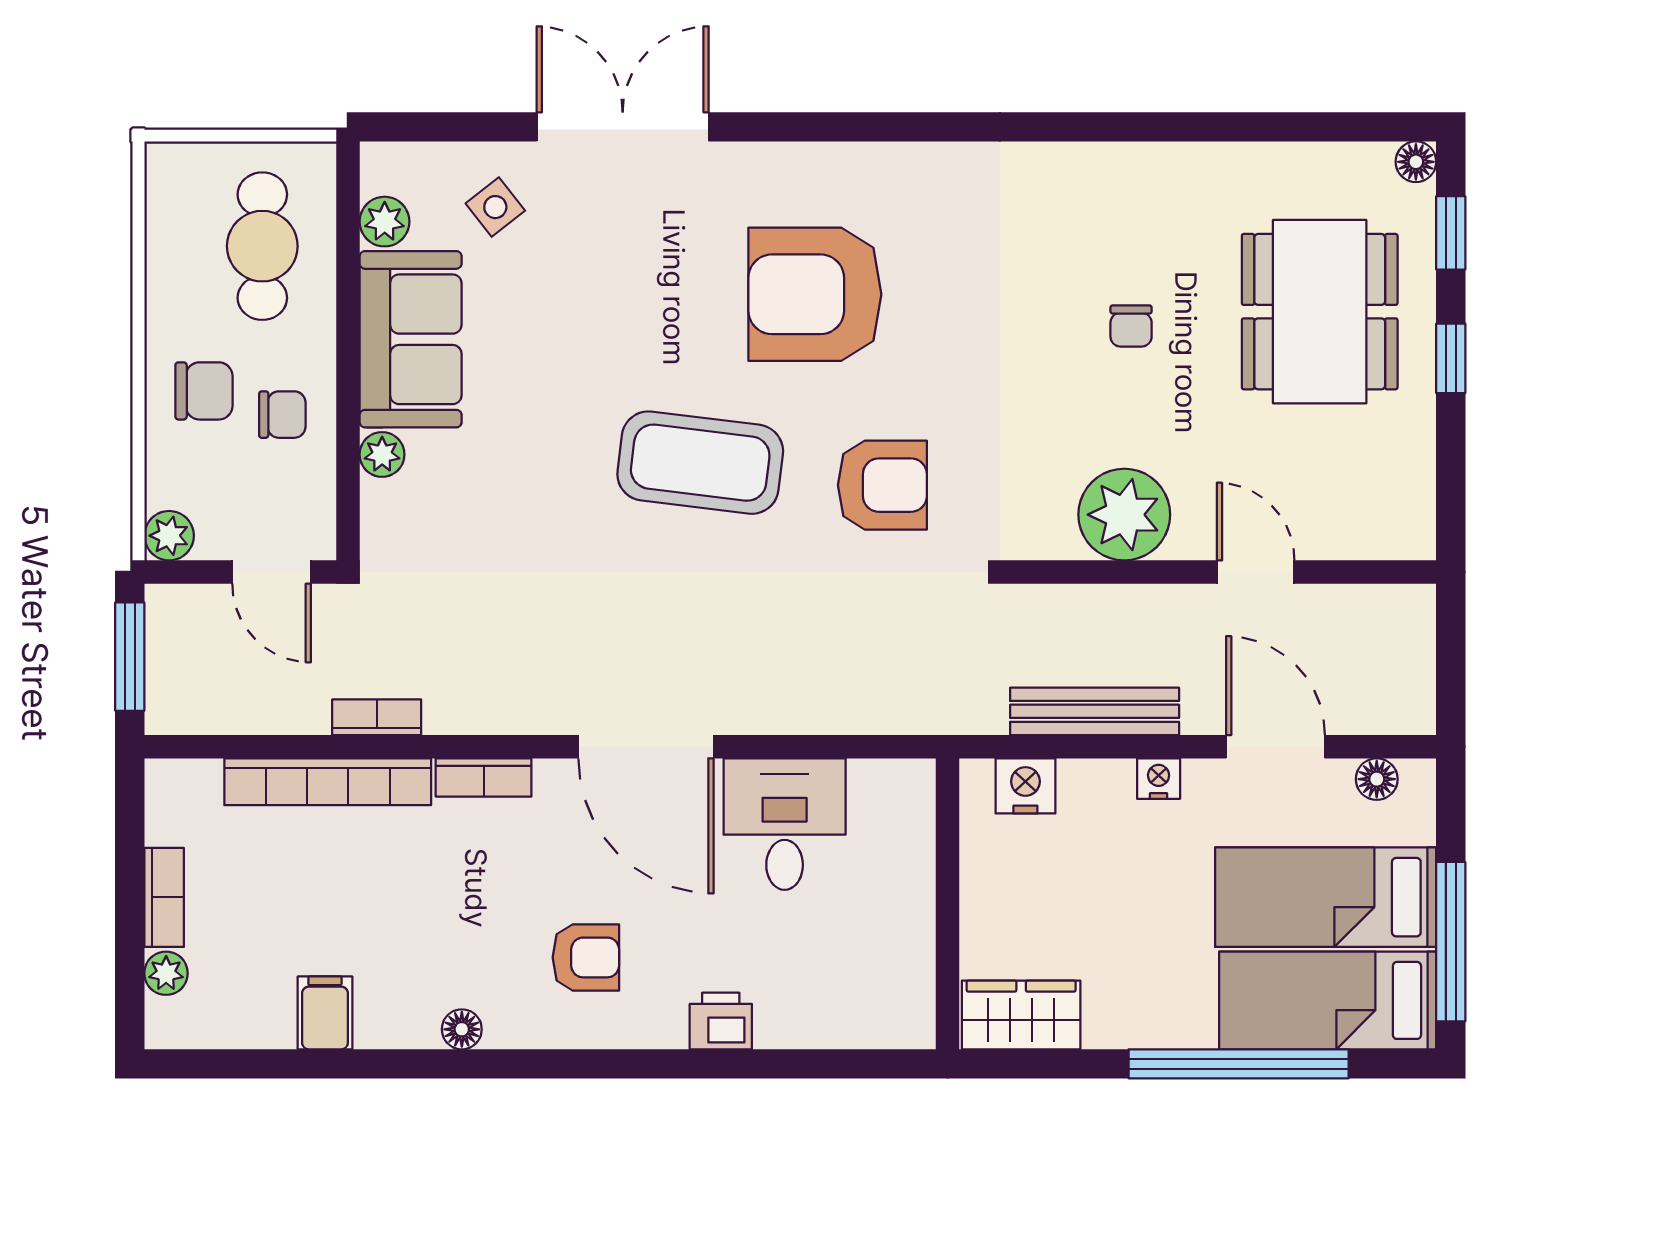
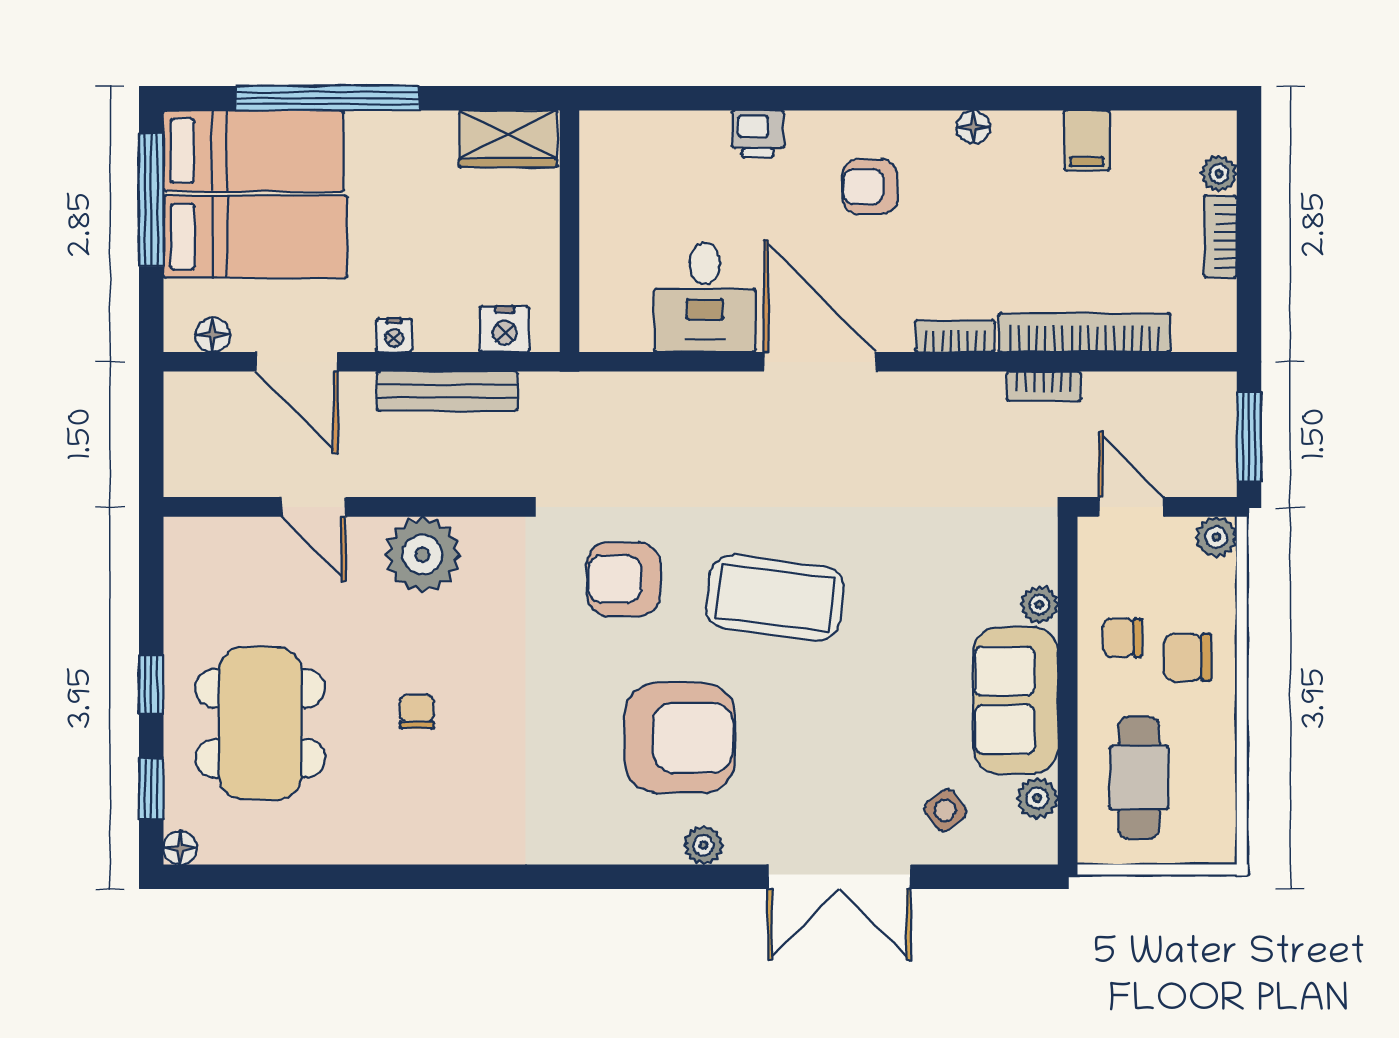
plant: (786, 165) -> (704, 845), added

